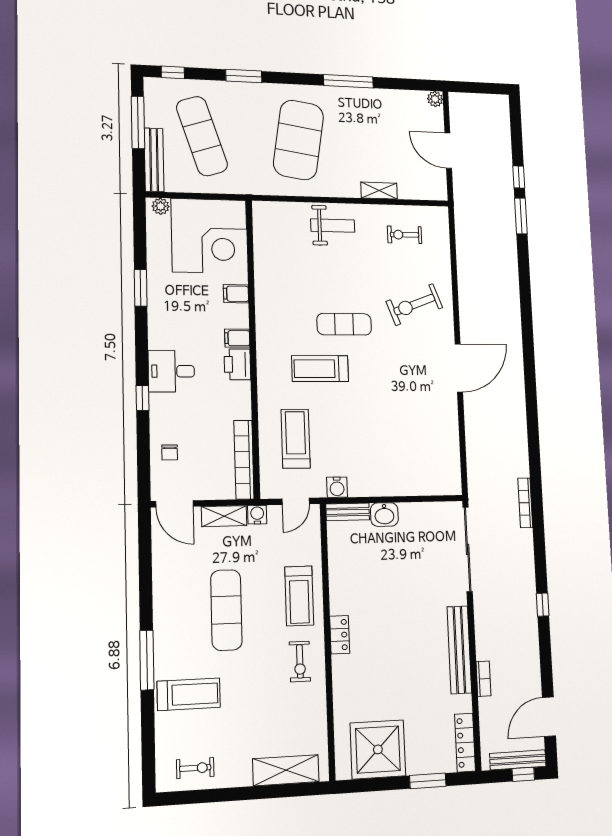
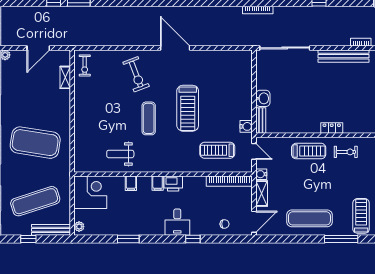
window: (138, 122) -> (28, 239), width x0.46
shelving: (379, 191) -> (65, 77), moved
weight bench: (333, 226) -> (120, 154), moved, turned -90
exercise bike: (405, 235) -> (85, 66), moved
corner desk: (209, 236) -> (90, 192), width x0.74, depth x0.74
treadmill: (320, 369) -> (188, 108), moved, width x1.37, depth x1.38
exercise mat: (226, 610) -> (309, 218), moved

